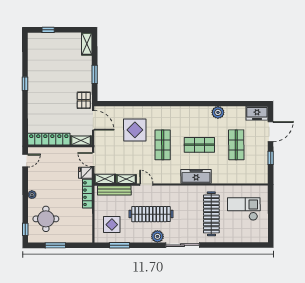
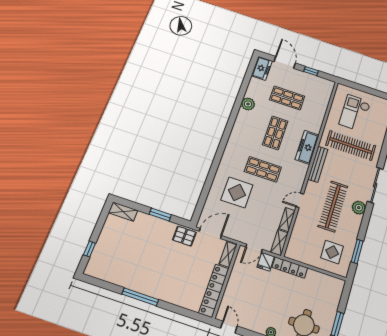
window: (25, 84) -> (140, 297), width x2.17
bench: (114, 190) -> (318, 164), moved

